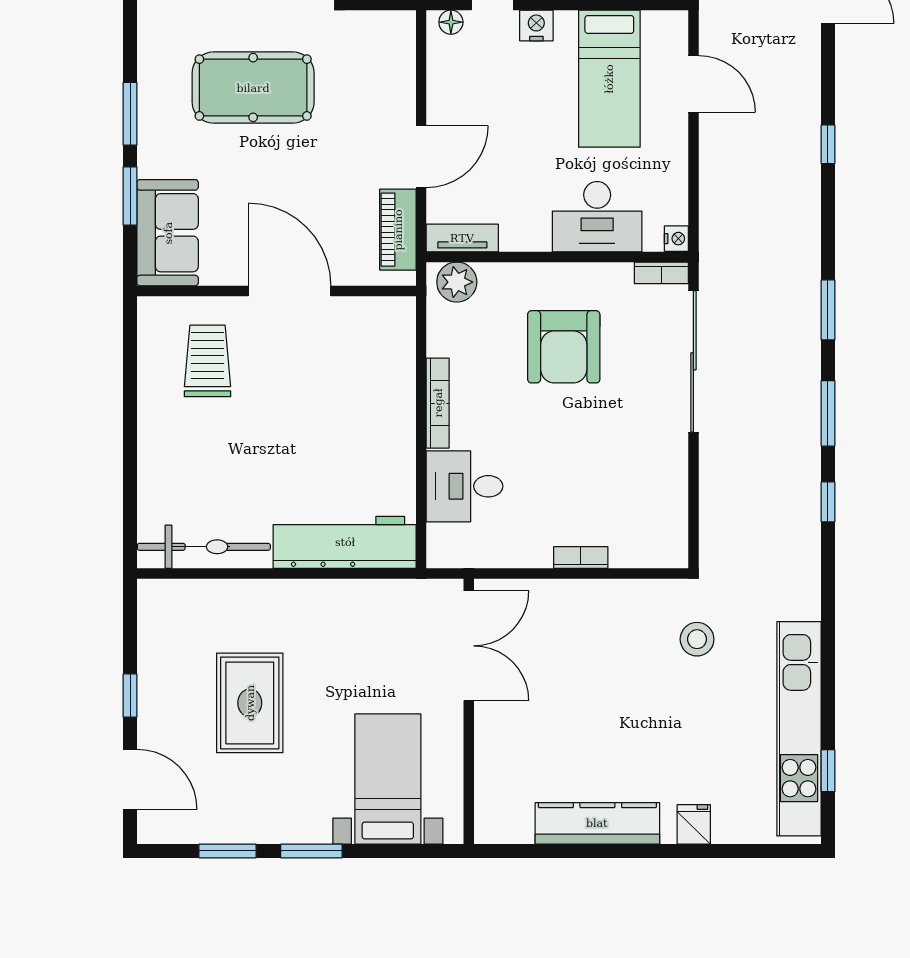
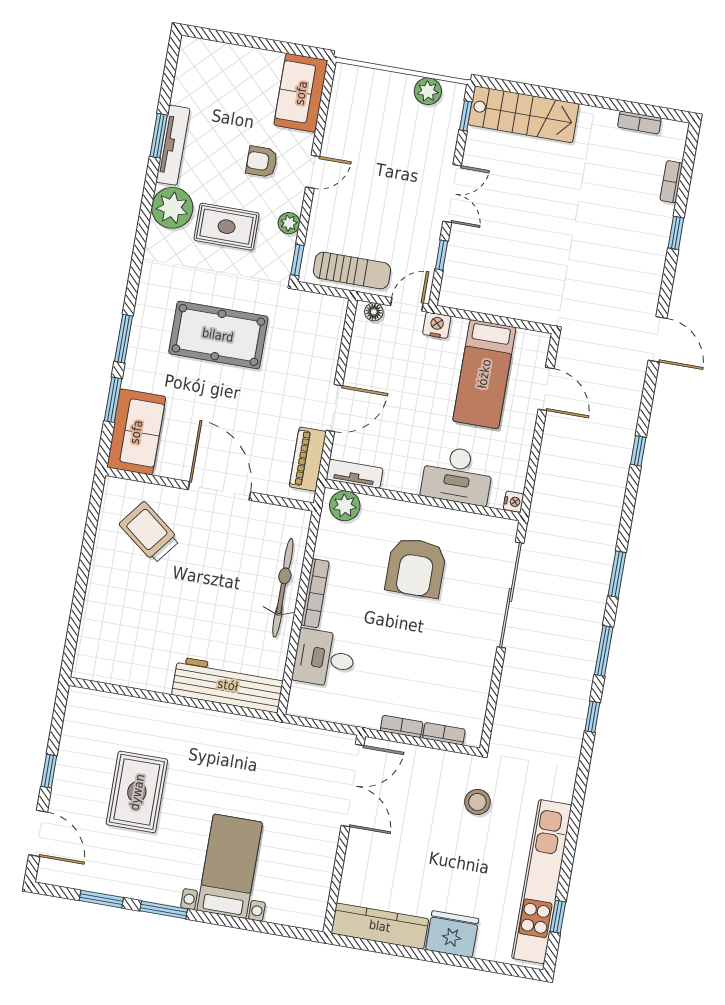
bookcase: (661, 273) -> (444, 734), moved, turned 180
trolley: (208, 361) -> (149, 532), turned -52
bicycle: (204, 547) -> (283, 588), moved, turned -90
double door: (469, 646) -> (353, 785), moved
wall: (469, 711) -> (344, 834), moved
fridge: (694, 824) -> (452, 934), width x1.88, depth x1.34

